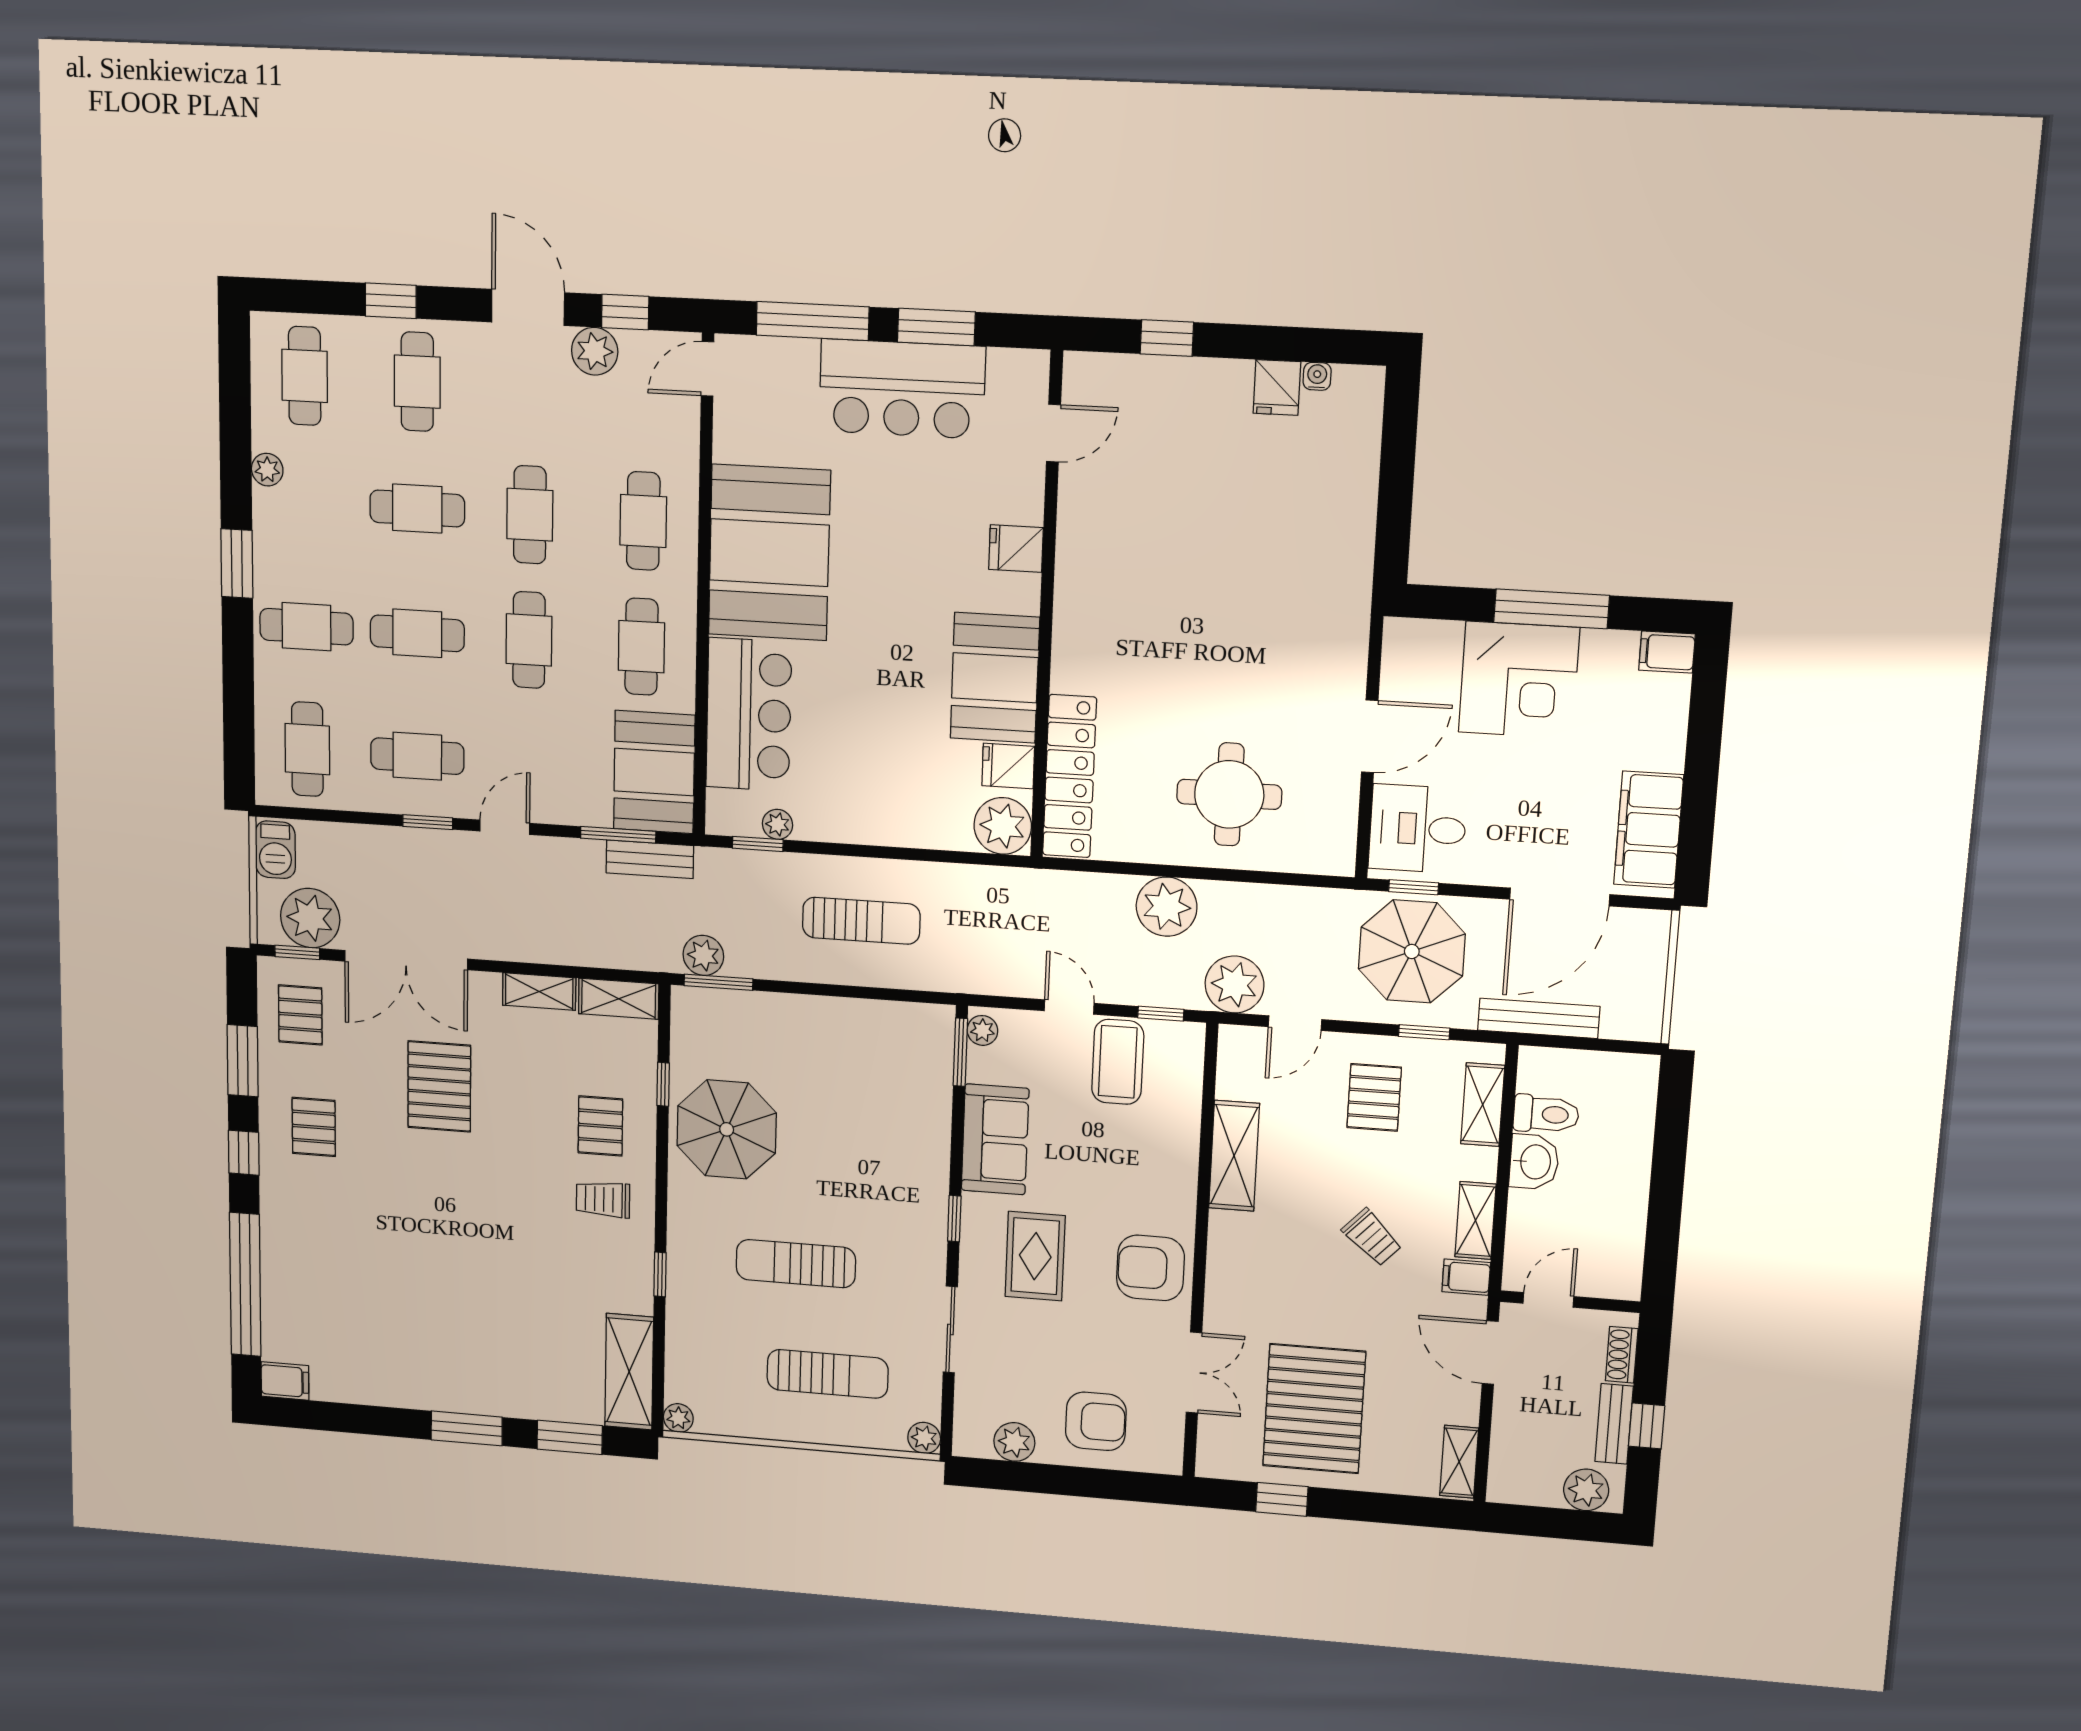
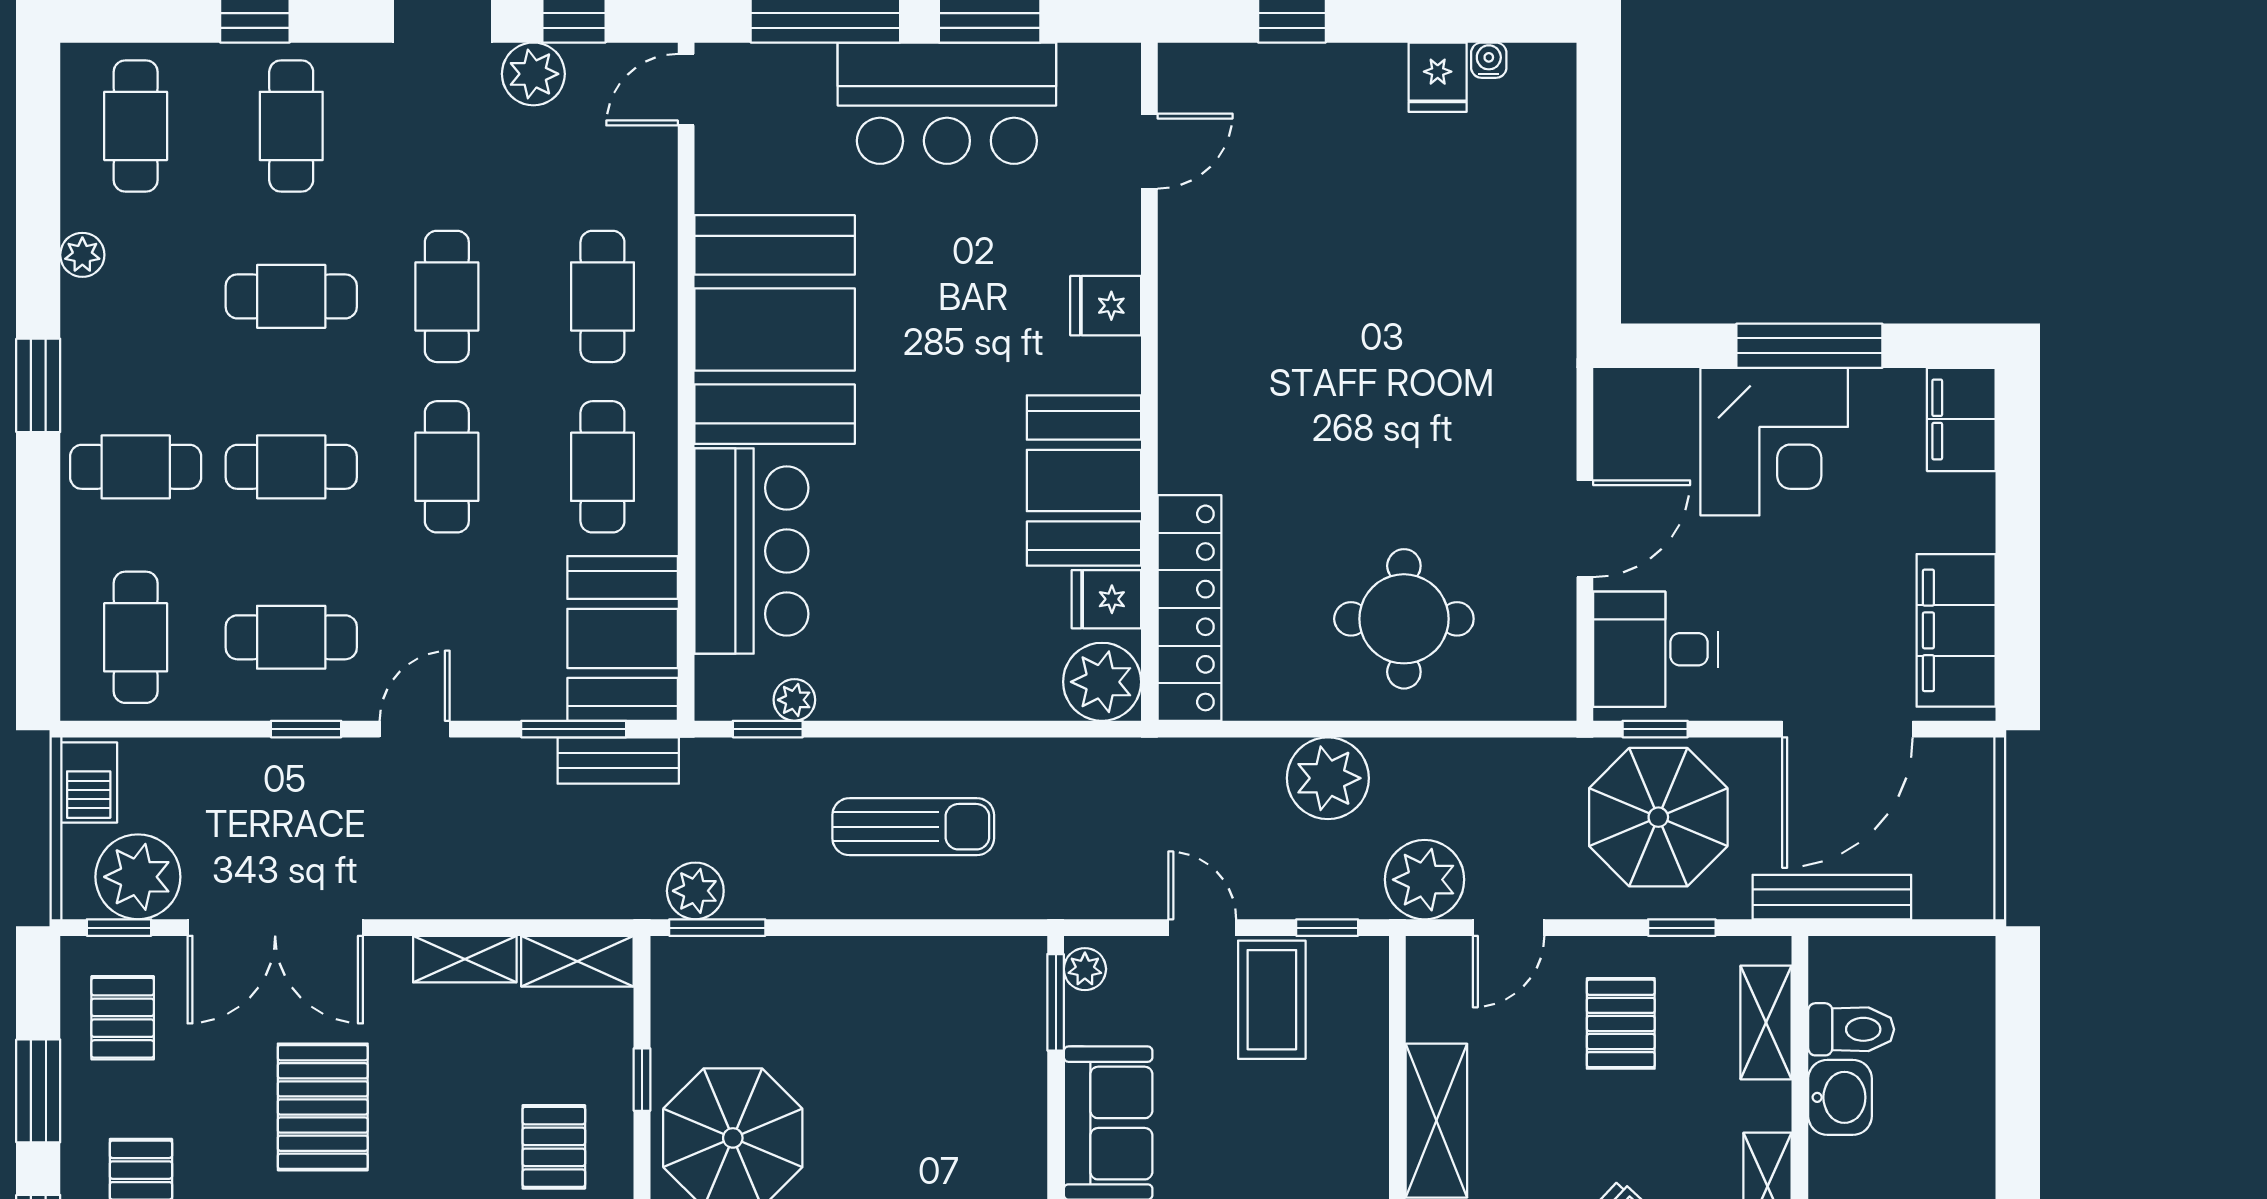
filing cabinet: (1667, 652) -> (1961, 419), width x2.00

